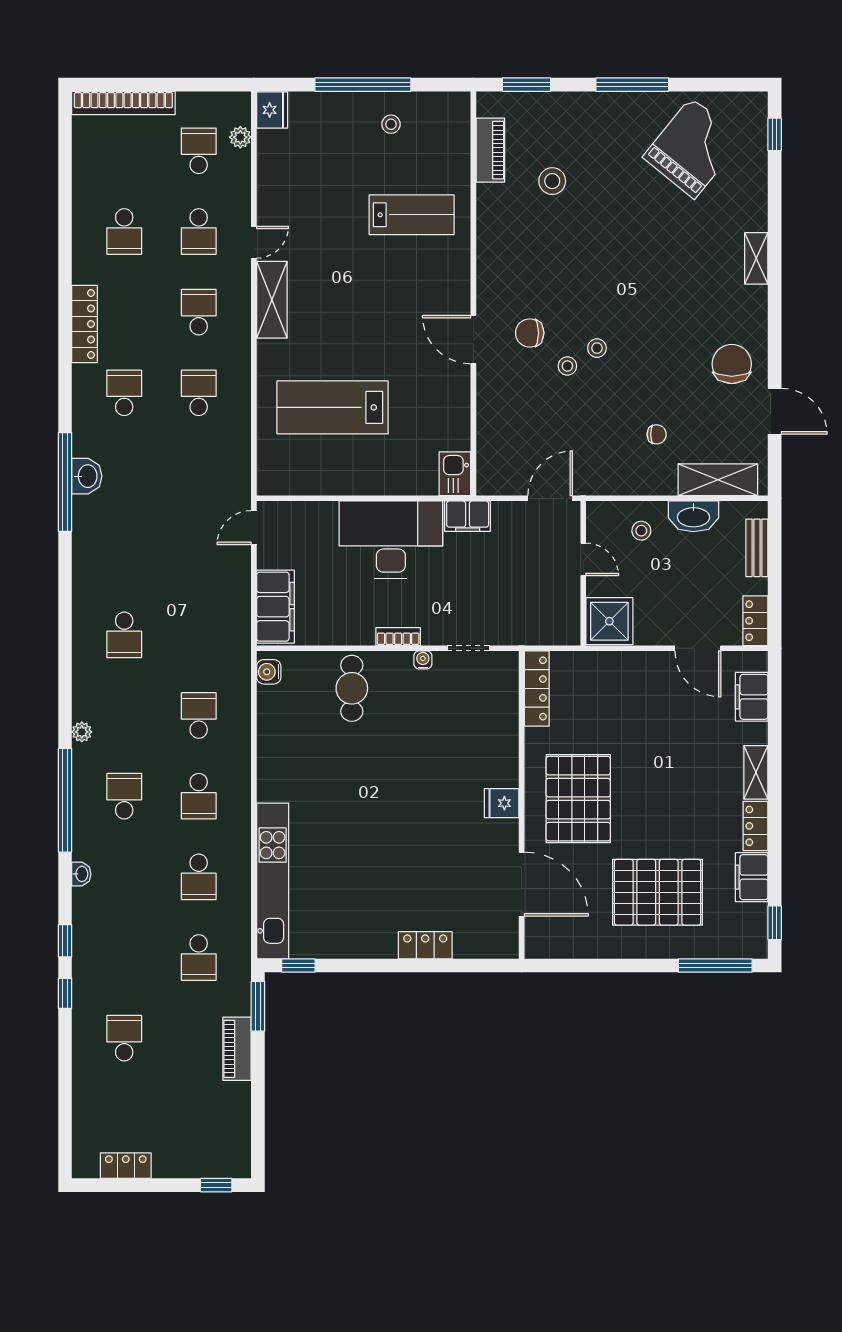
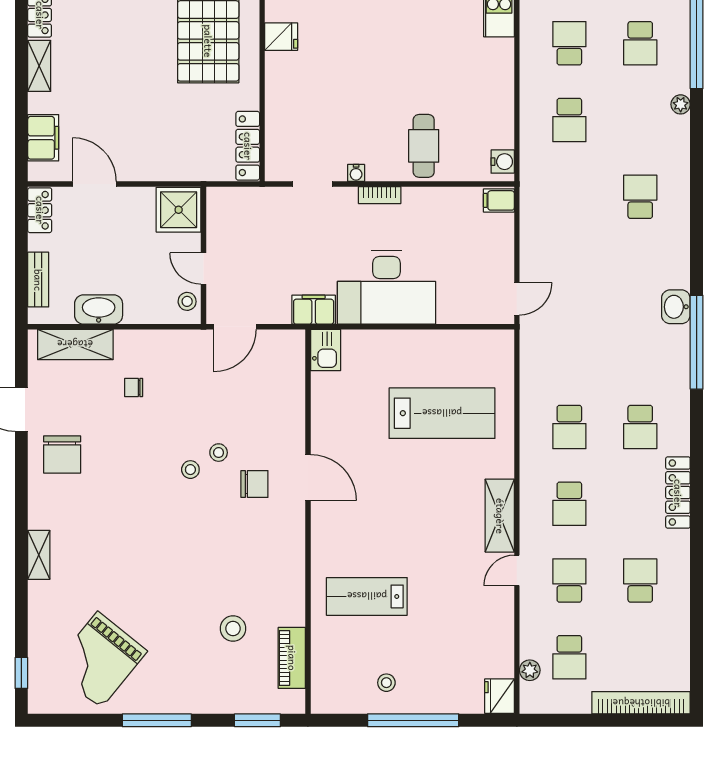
washbasin: (87, 476) -> (676, 307), moved
stool: (641, 531) -> (187, 301), moved
filing cabinet: (275, 607) -> (499, 200), width x0.33, depth x0.86

